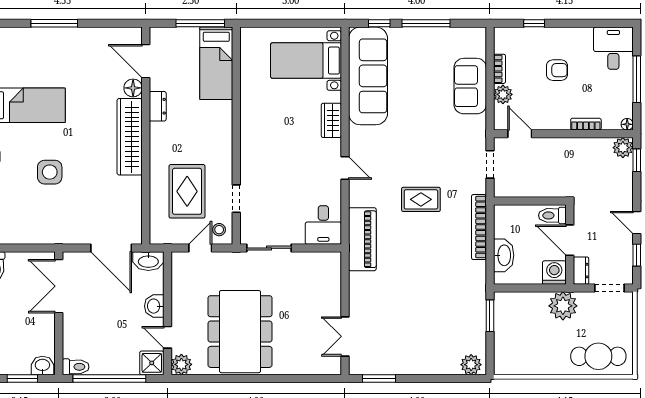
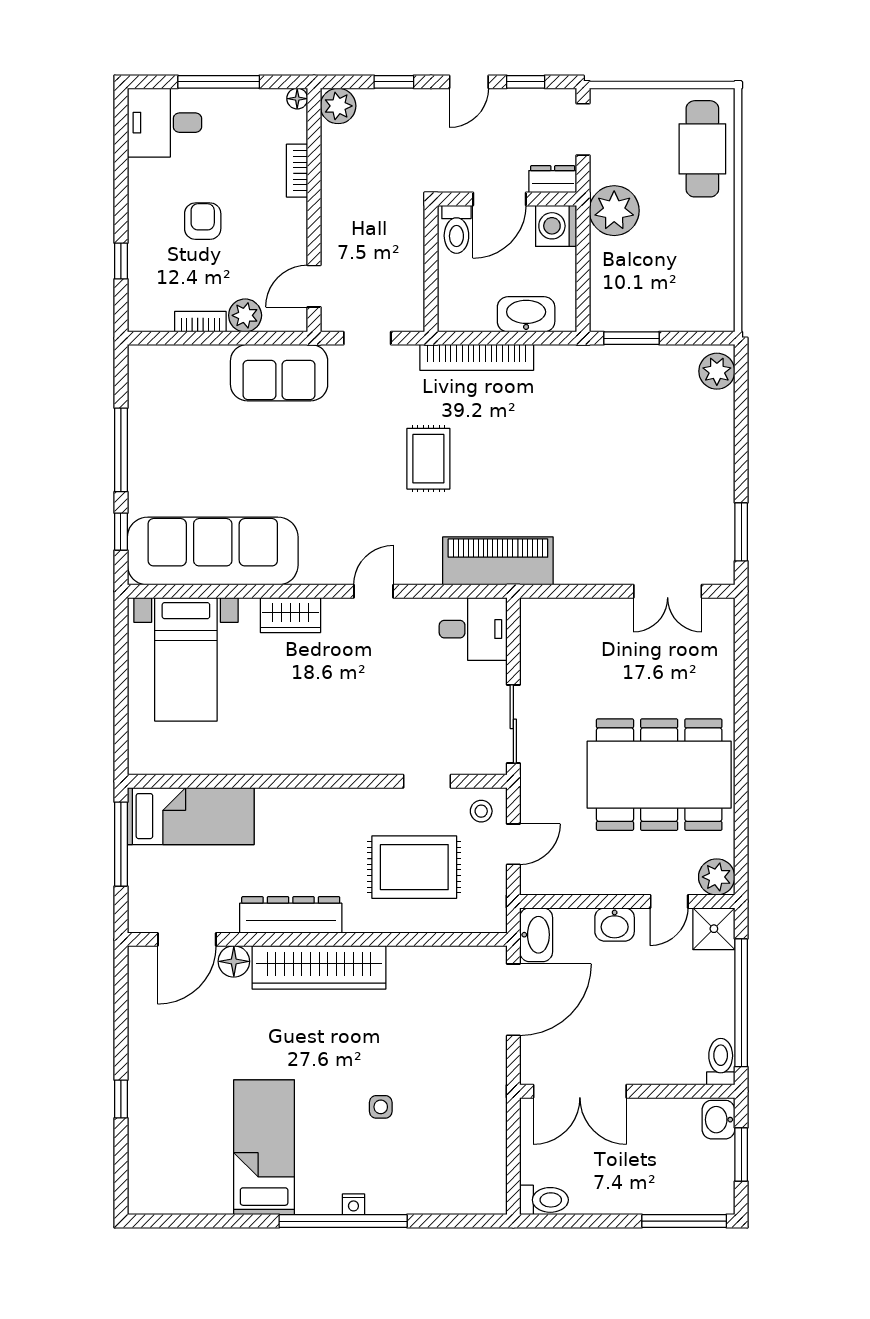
window: (54, 23) -> (121, 1099), width x0.46
sofa: (470, 86) -> (279, 373), moved
dresser: (158, 106) -> (291, 915), width x1.96, depth x1.24
window: (637, 160) -> (394, 82), moved
side table: (50, 172) -> (381, 1107), width x0.54, depth x0.54
door: (200, 248) -> (513, 844), swing flipped

